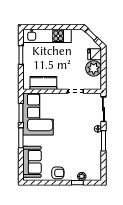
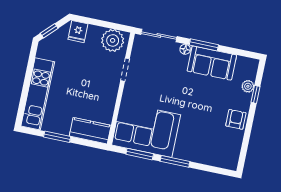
plant: (94, 68) -> (113, 40), moved
kitchen counter: (43, 83) -> (90, 131), moved, turned 90
sofa: (32, 162) -> (212, 63), moved, turned 180

